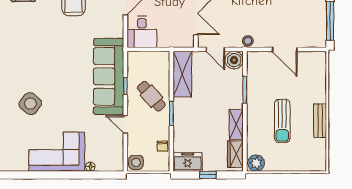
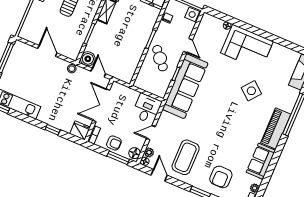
shelving: (182, 74) -> (130, 65), removed

